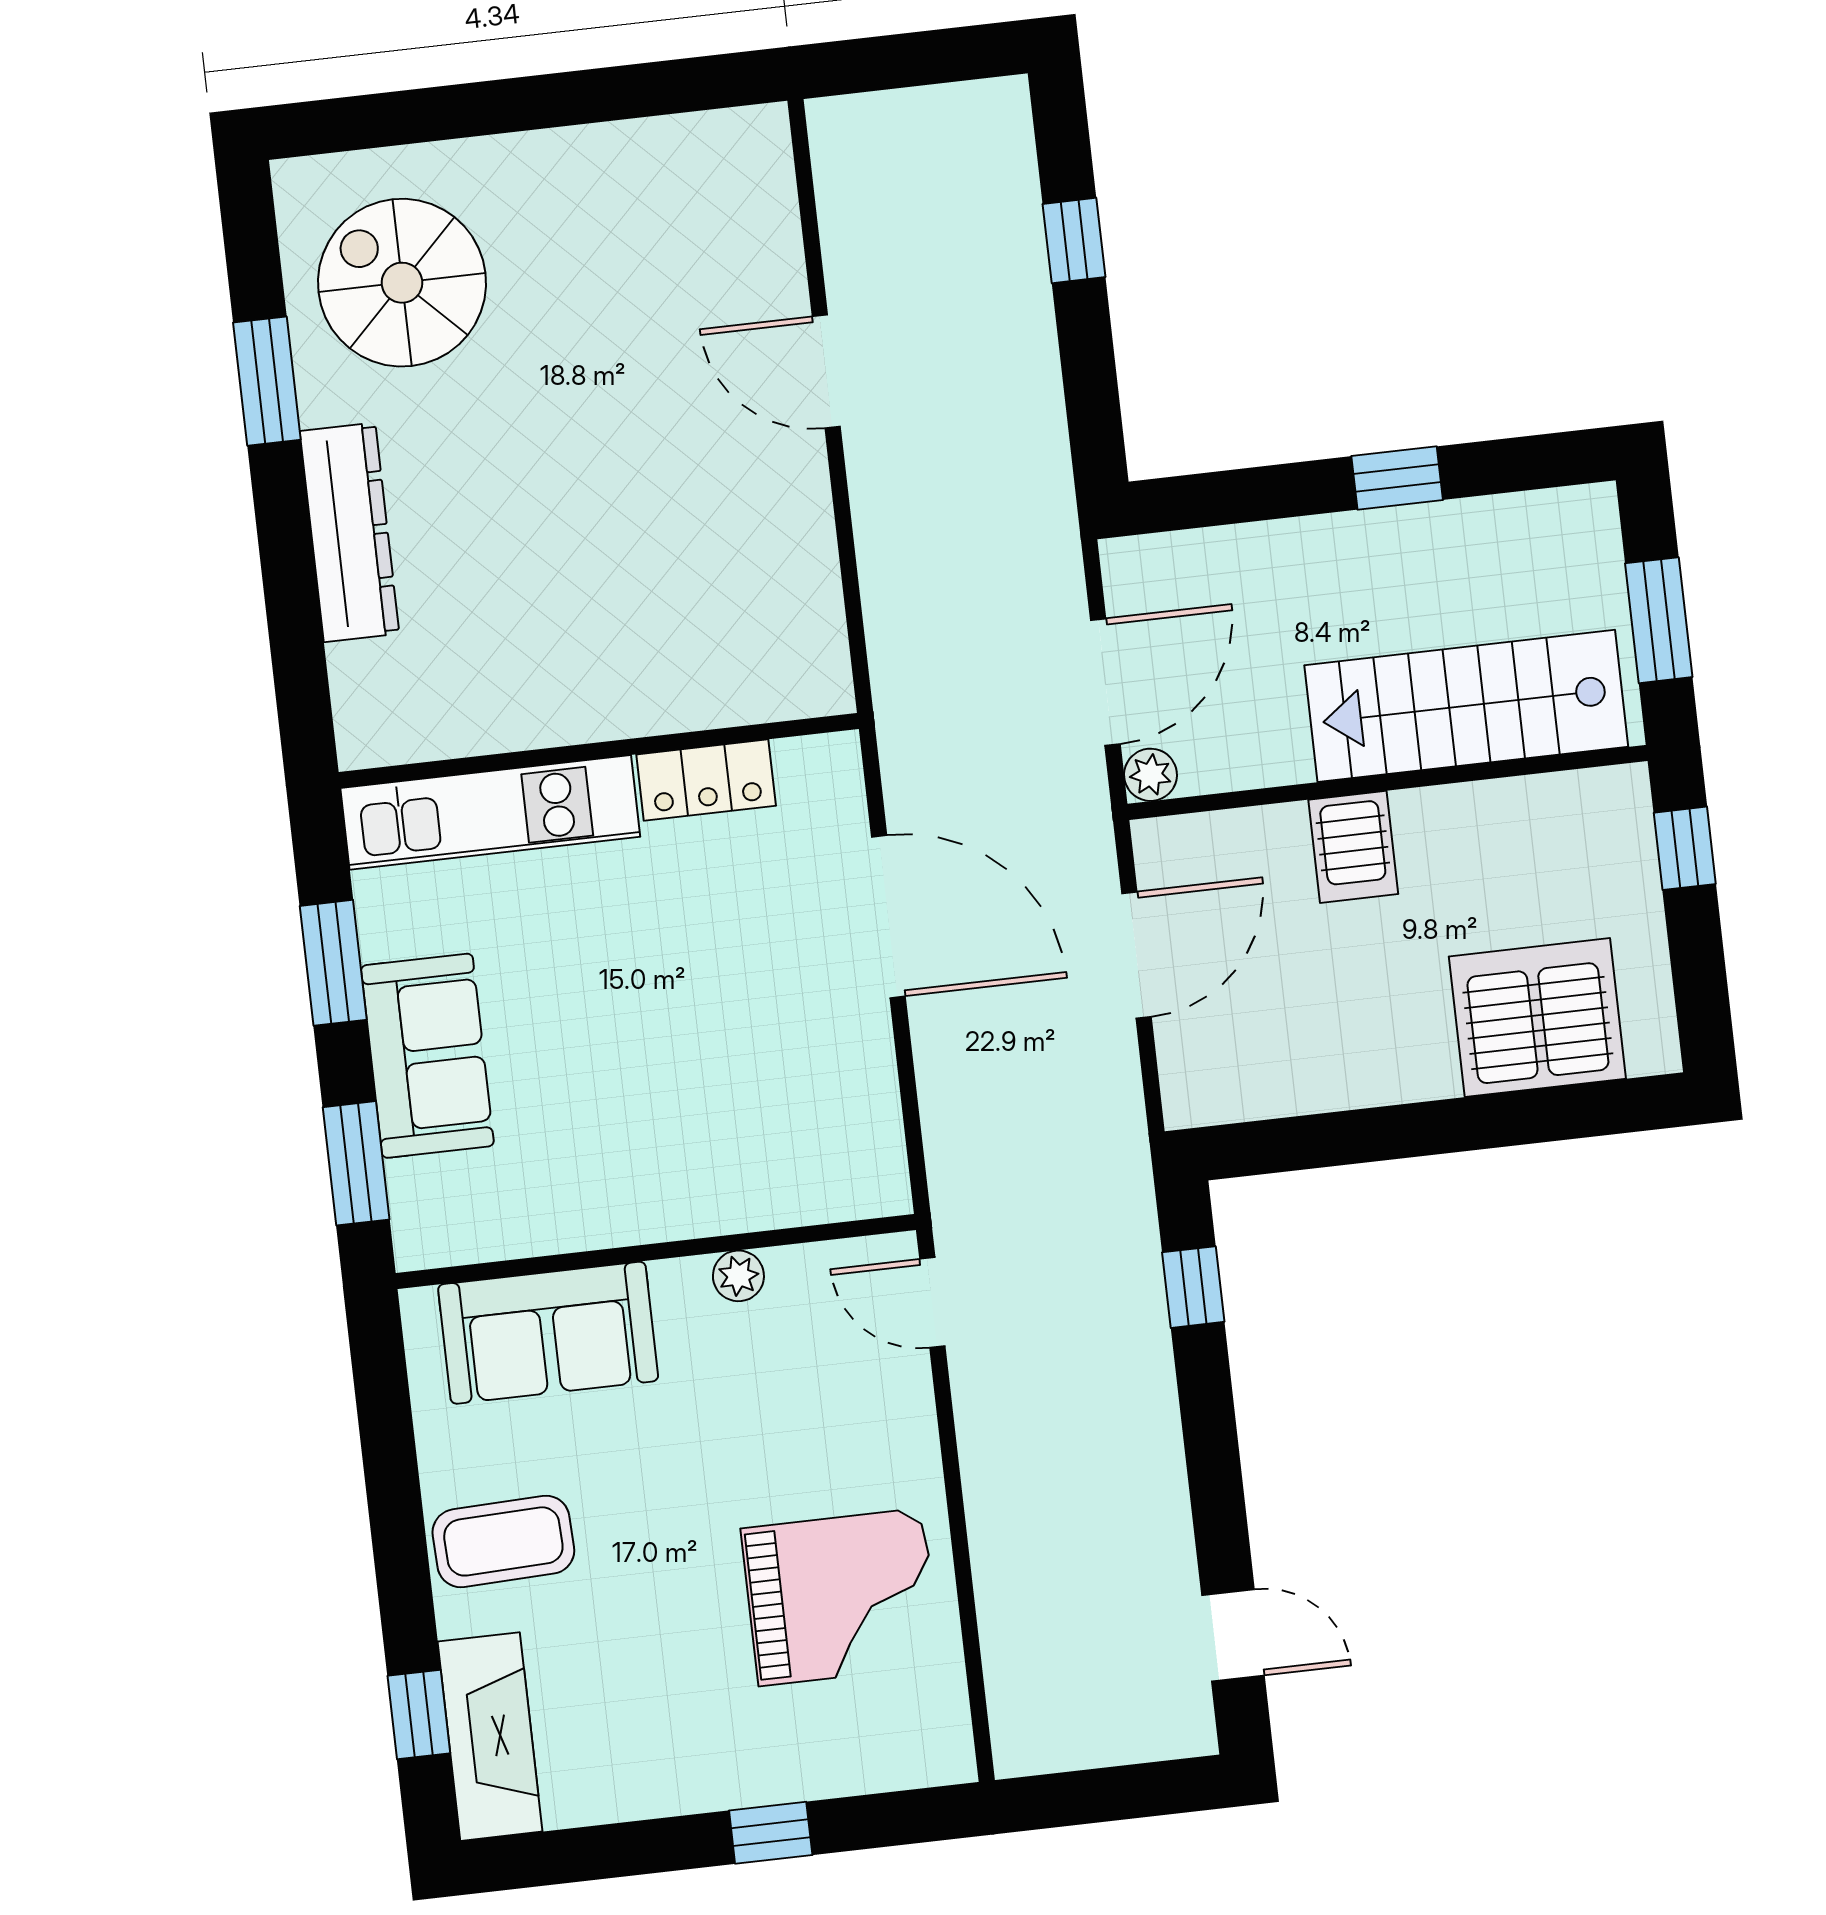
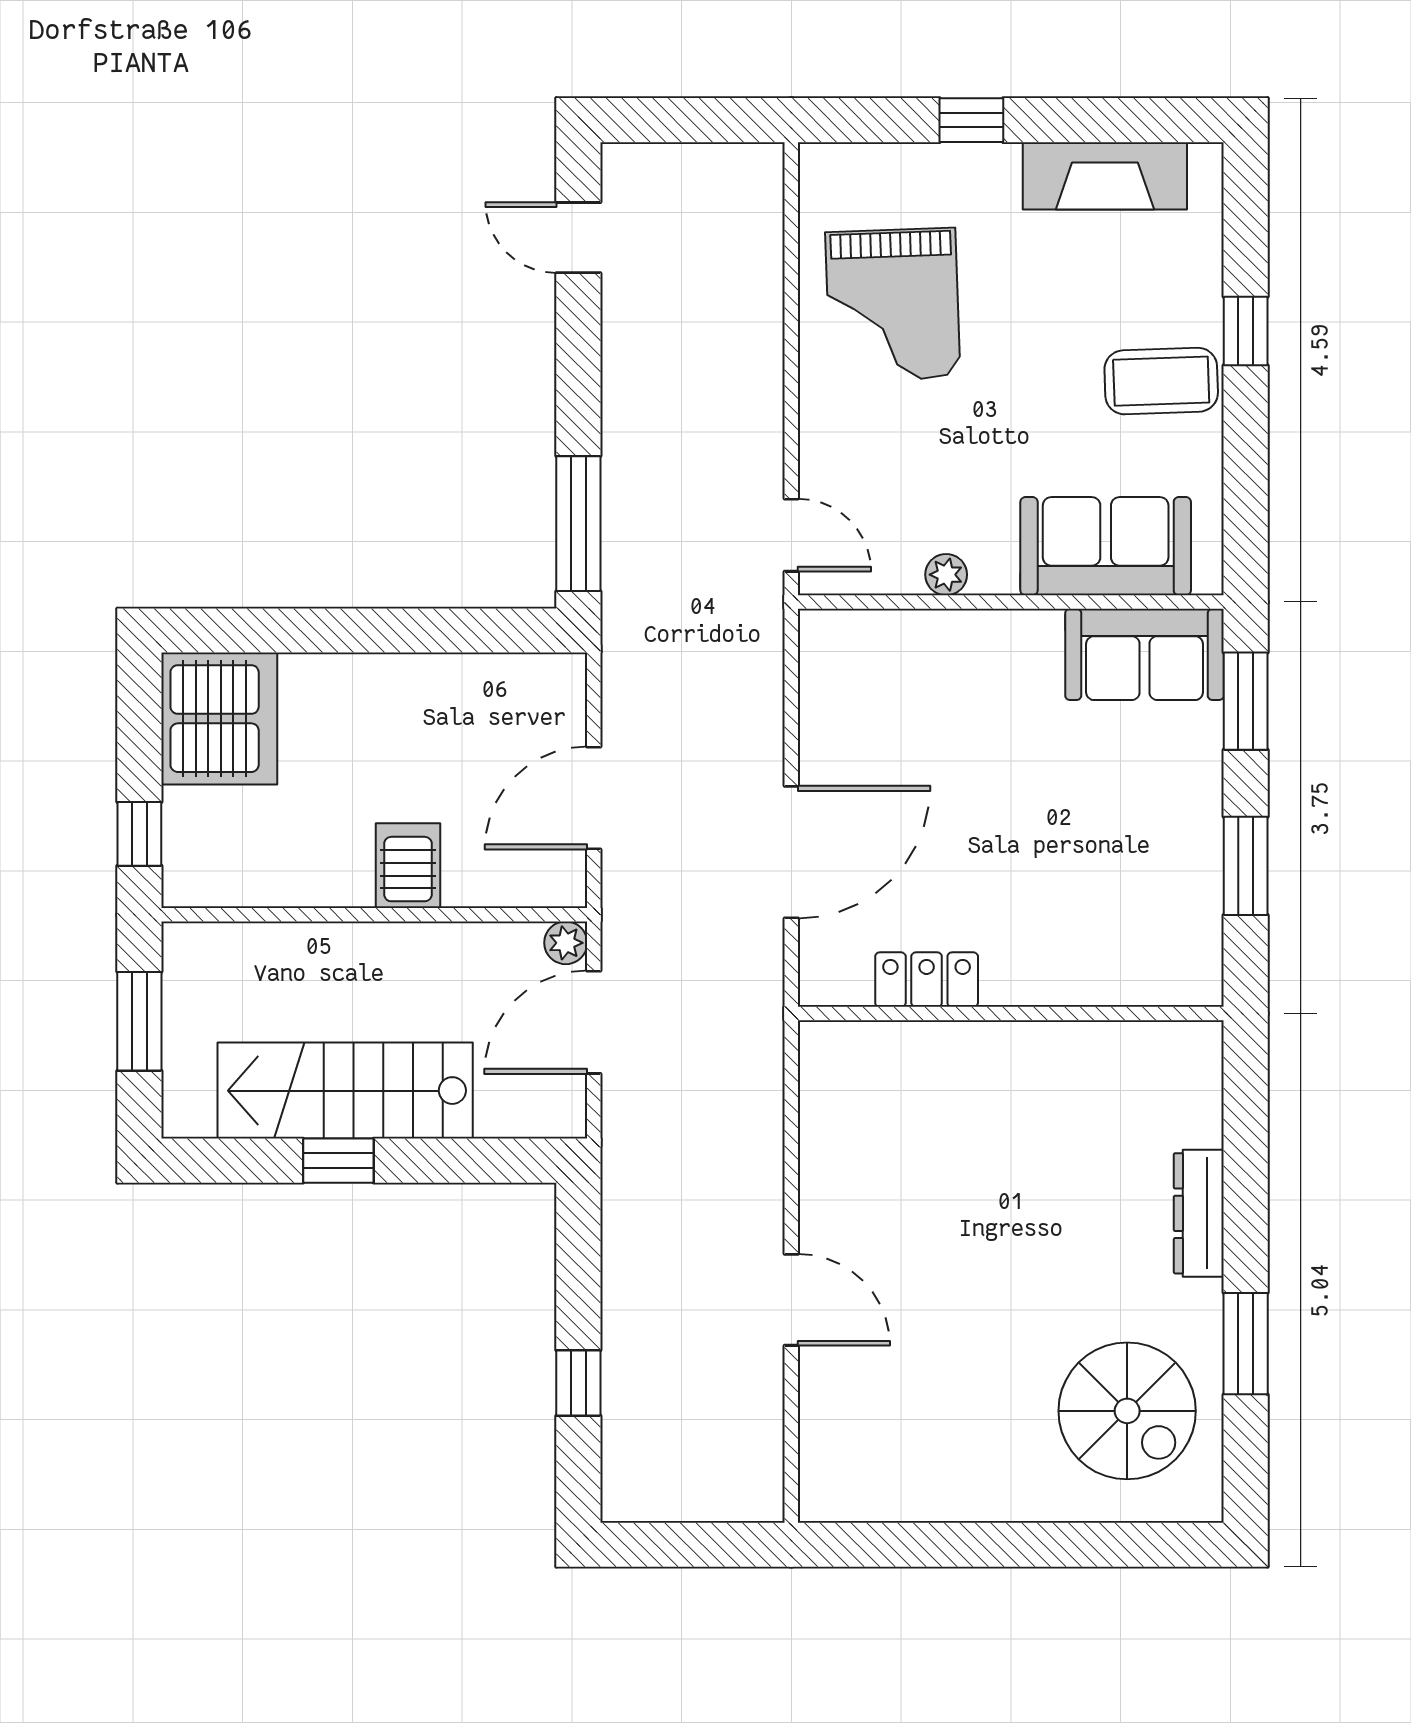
dresser: (349, 532) -> (1199, 1213), width x0.73, depth x0.80
stairs: (1466, 706) -> (345, 1091), moved, turned 180
kitchen unit: (490, 812) -> (1104, 973), removed
door: (888, 917) -> (791, 852), swing flipped
server rack: (1537, 1018) -> (219, 719), moved, turned -90
sofa: (427, 1056) -> (1145, 654), moved, turned -90
window: (1193, 1287) -> (578, 524), width x2.17
grand piano: (841, 1597) -> (893, 305), turned -92
window: (419, 1715) -> (1246, 331), moved
fireplace: (490, 1737) -> (1105, 176), moved, turned -90

